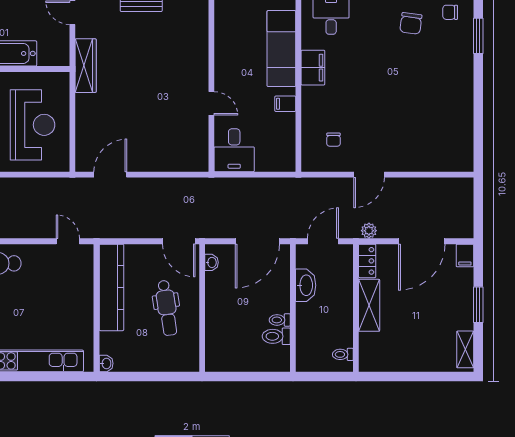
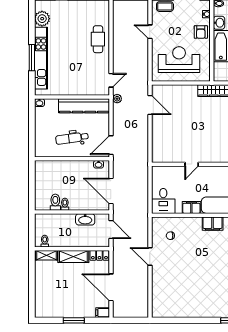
filing cabinet: (285, 104) -> (191, 207), width x2.00
reception desk: (33, 125) -> (179, 60), turned 180
desk: (234, 150) -> (163, 201), moved, turned -90
plant: (369, 231) -> (117, 99), moved
shelving: (465, 349) -> (46, 255), moved
window: (29, 377) -> (32, 58), added

